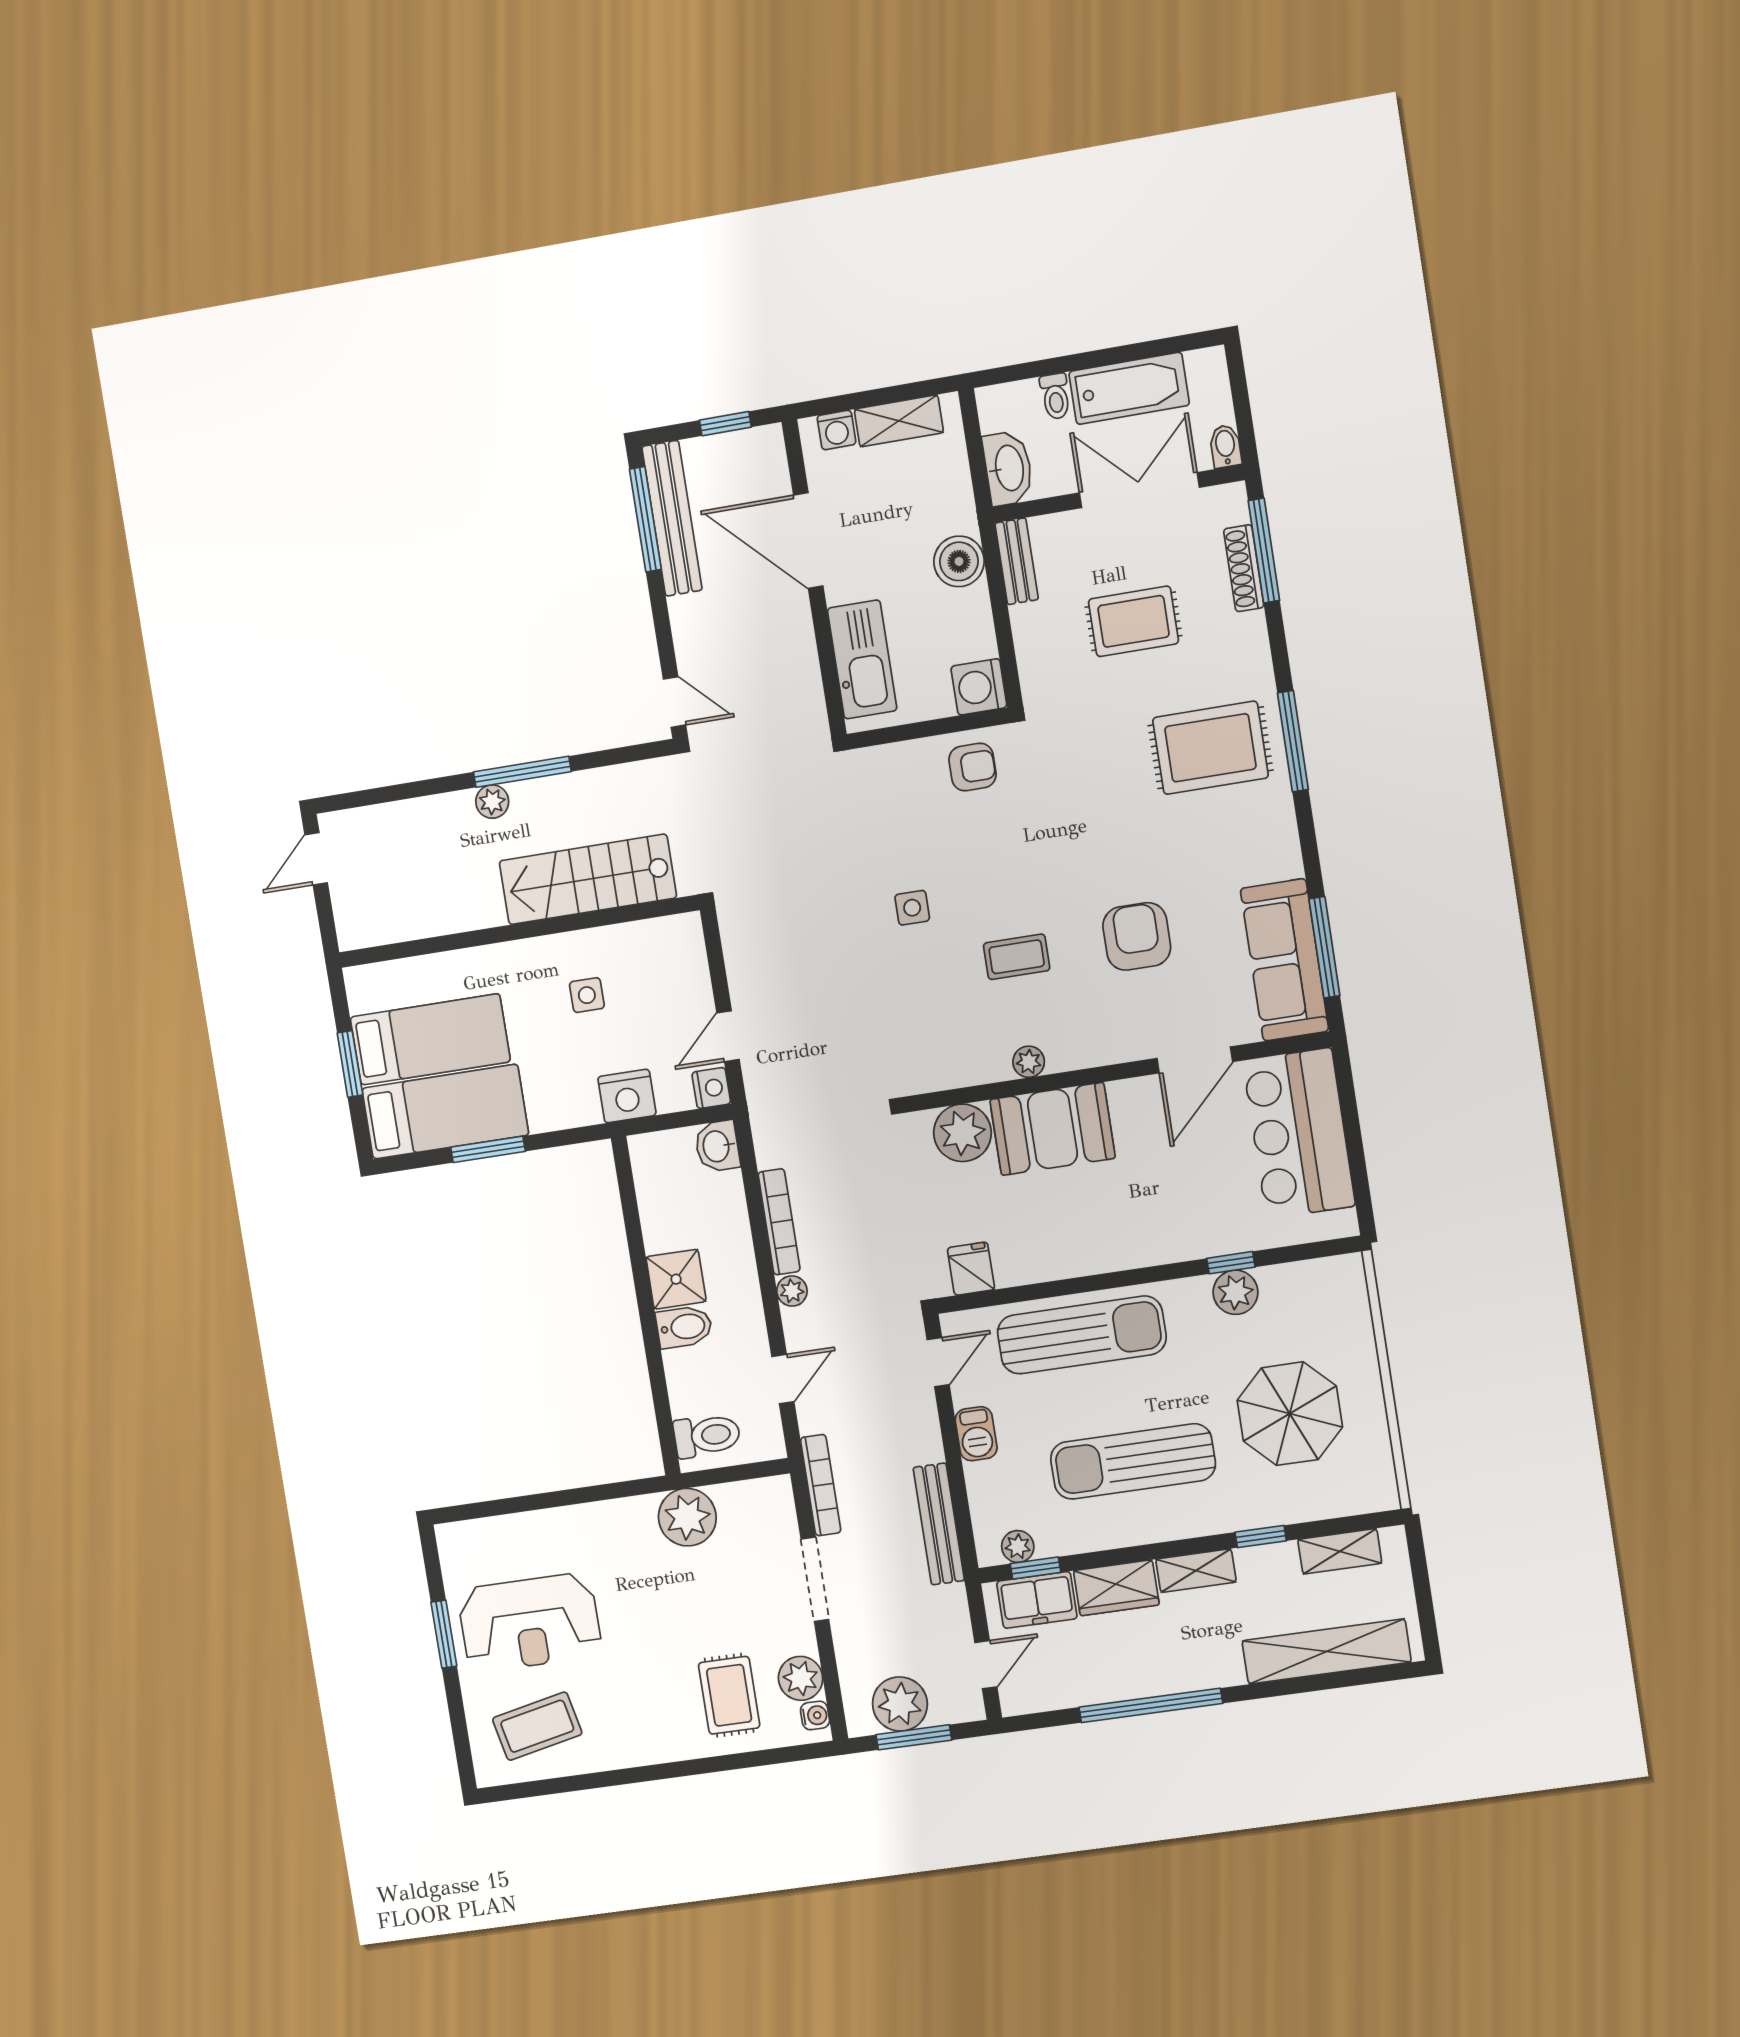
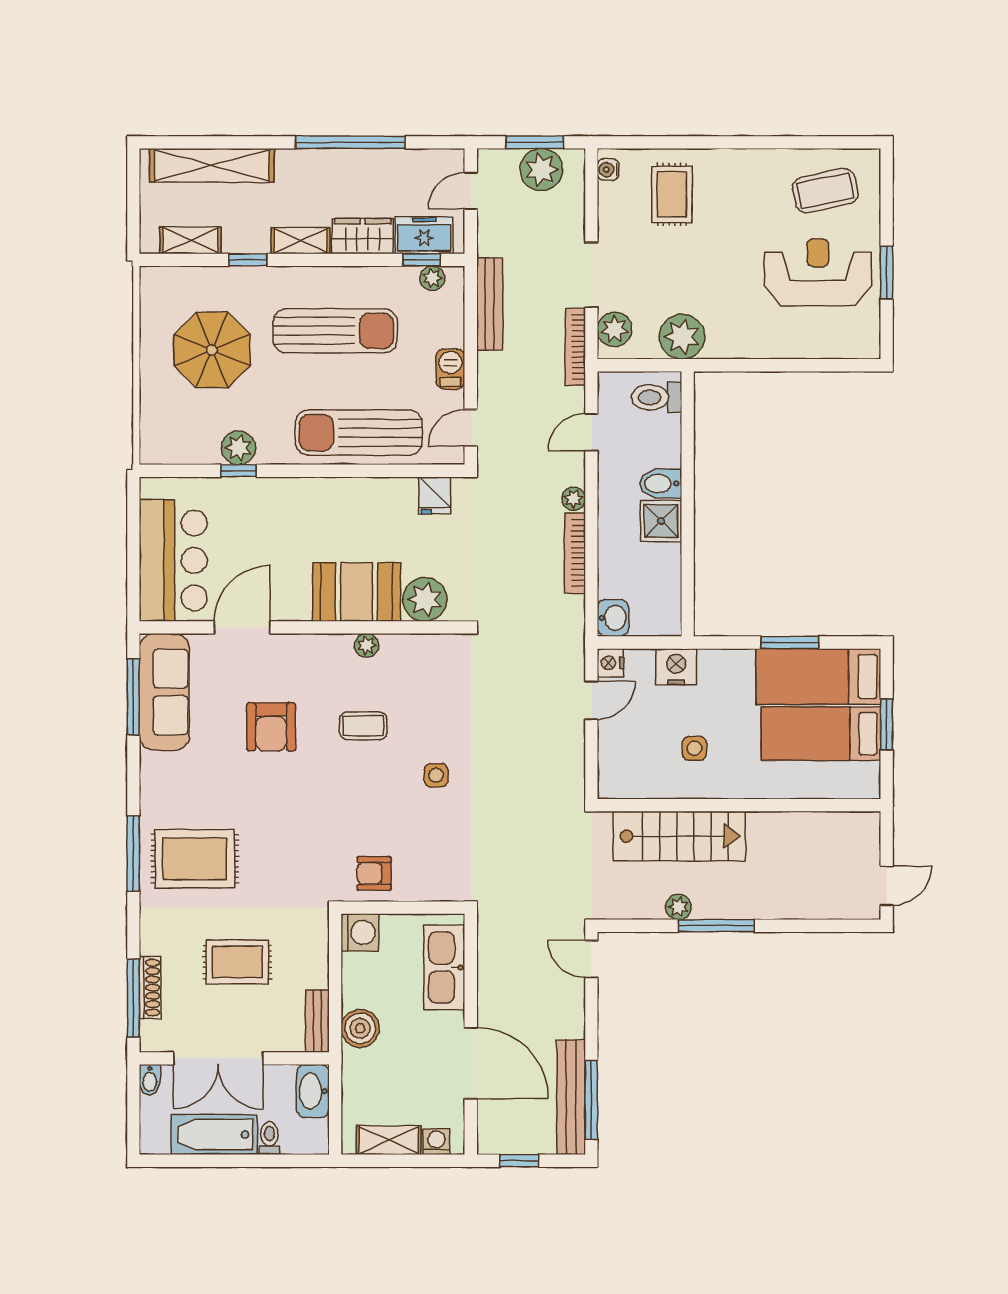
plant: (492, 802) -> (679, 907), moved
plant: (801, 1678) -> (615, 329), moved

